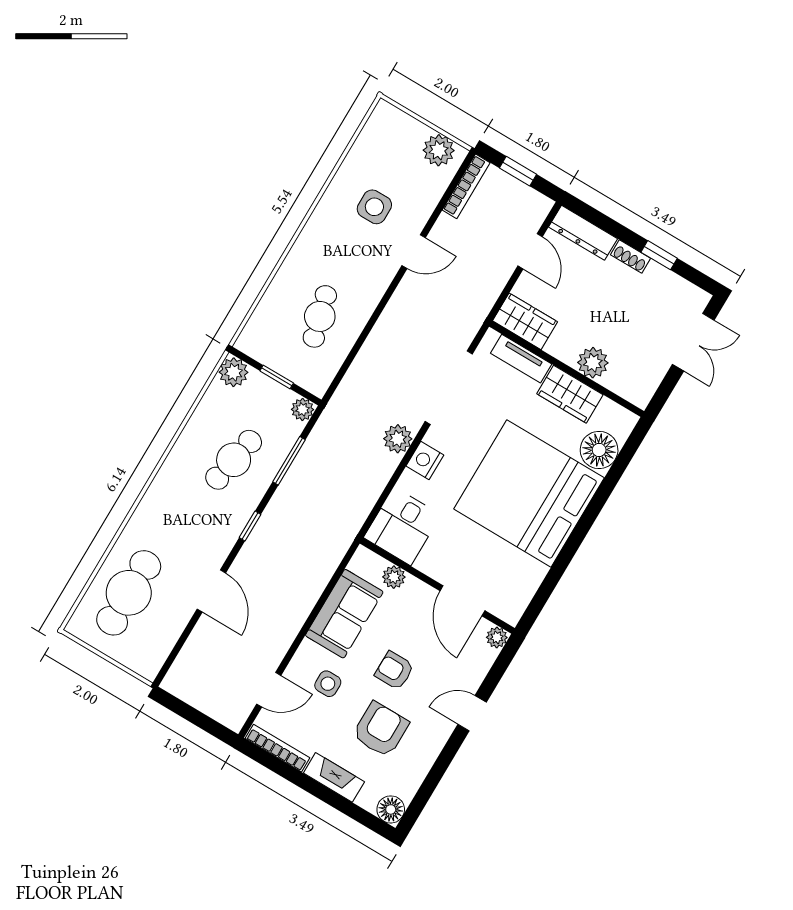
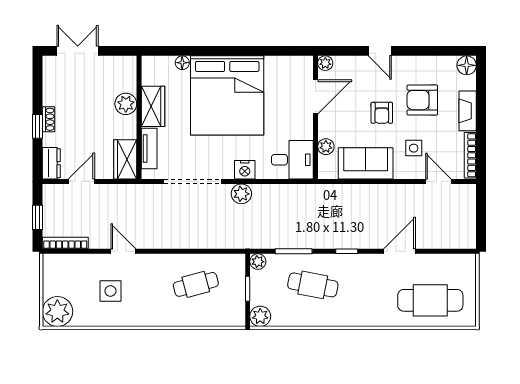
plant: (439, 150) -> (57, 311), moved, width x1.36, depth x1.36
dresser: (583, 233) -> (51, 163), width x0.70
window: (659, 255) -> (38, 126), moved
floor lamp: (599, 450) -> (182, 63), width x0.53, depth x0.53

